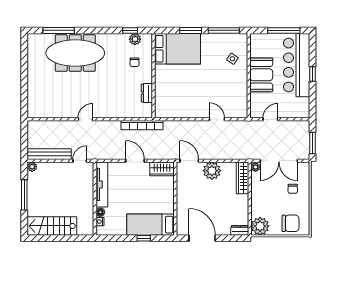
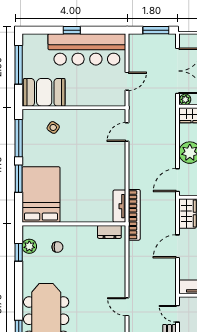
bar counter: (297, 65) -> (87, 49), moved
booth: (261, 75) -> (44, 92), moved
dresser: (147, 93) -> (109, 232), moved
tv unit: (168, 113) -> (119, 206), added
door: (217, 119) -> (127, 132), moved
door: (270, 119) -> (127, 81), swing flipped
bookcase: (142, 125) -> (134, 215), moved

